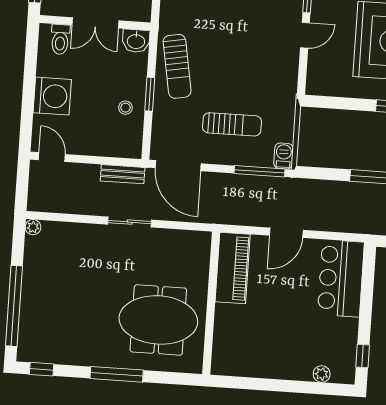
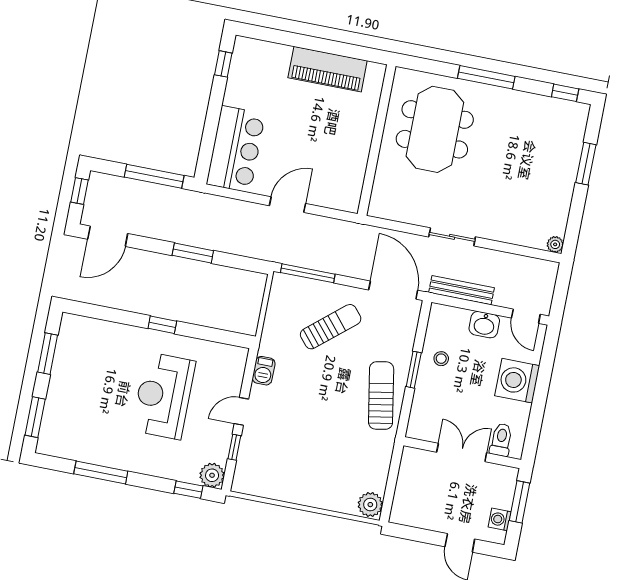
washbasin: (136, 41) -> (484, 325), moved, turned 180
sun lounger: (232, 124) -> (331, 327), turned 140
barbecue: (284, 156) -> (264, 371), moved
bench: (123, 174) -> (461, 290), width x1.36
piano: (233, 268) -> (328, 69), moved, turned -90
window: (14, 306) -> (586, 164), width x0.47
meeting table: (158, 320) -> (435, 129), turned 90
plant: (322, 374) -> (269, 50), removed

